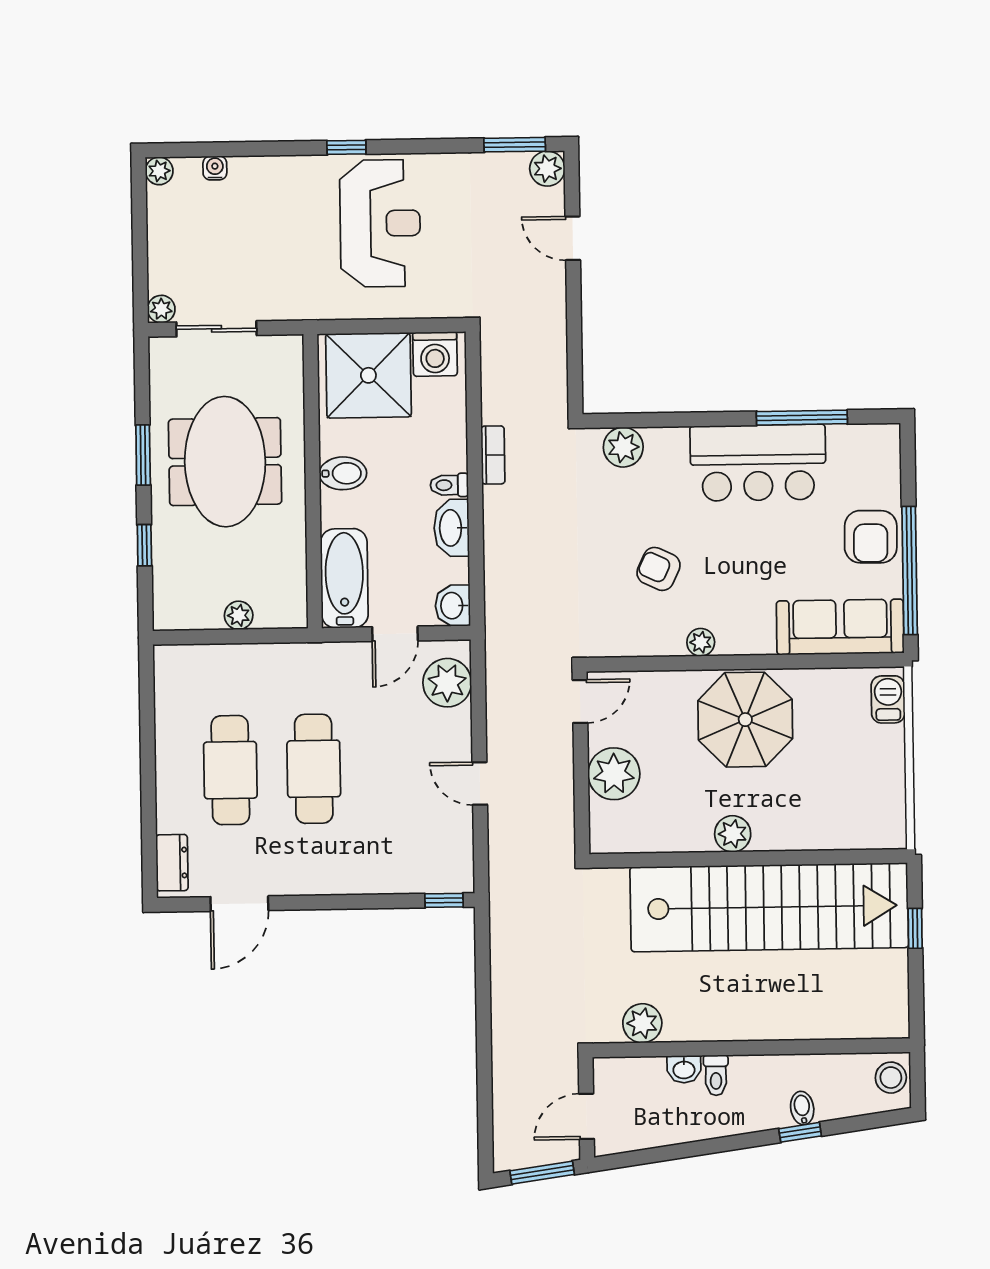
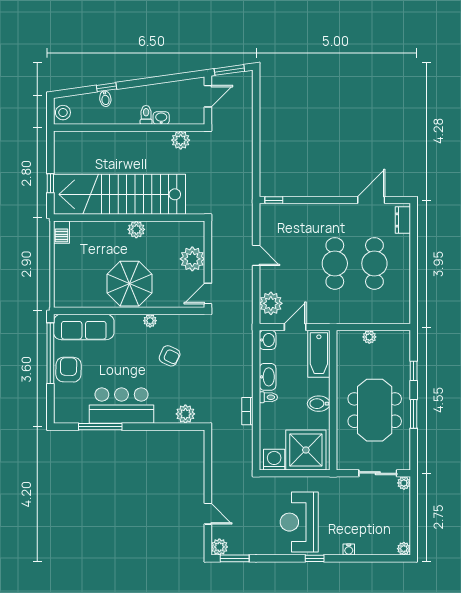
water cooler: (215, 168) -> (349, 550), moved
barbecue: (888, 699) -> (61, 232), moved

